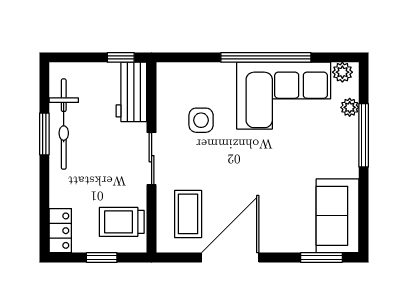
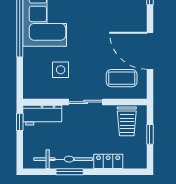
locker: (60, 231) -> (108, 161), moved

